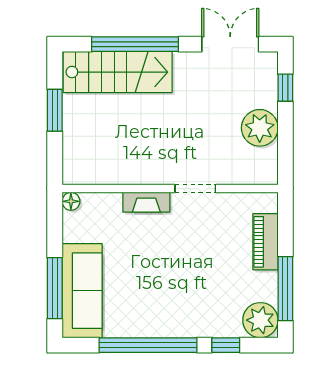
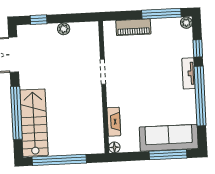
window: (55, 110) -> (59, 160), width x2.11
plant: (260, 128) -> (64, 29), width x0.53, depth x0.53
fireplace: (146, 202) -> (114, 122), moved
plant: (260, 320) -> (186, 23), width x0.53, depth x0.53
tv unit: (186, 328) -> (189, 73), added

